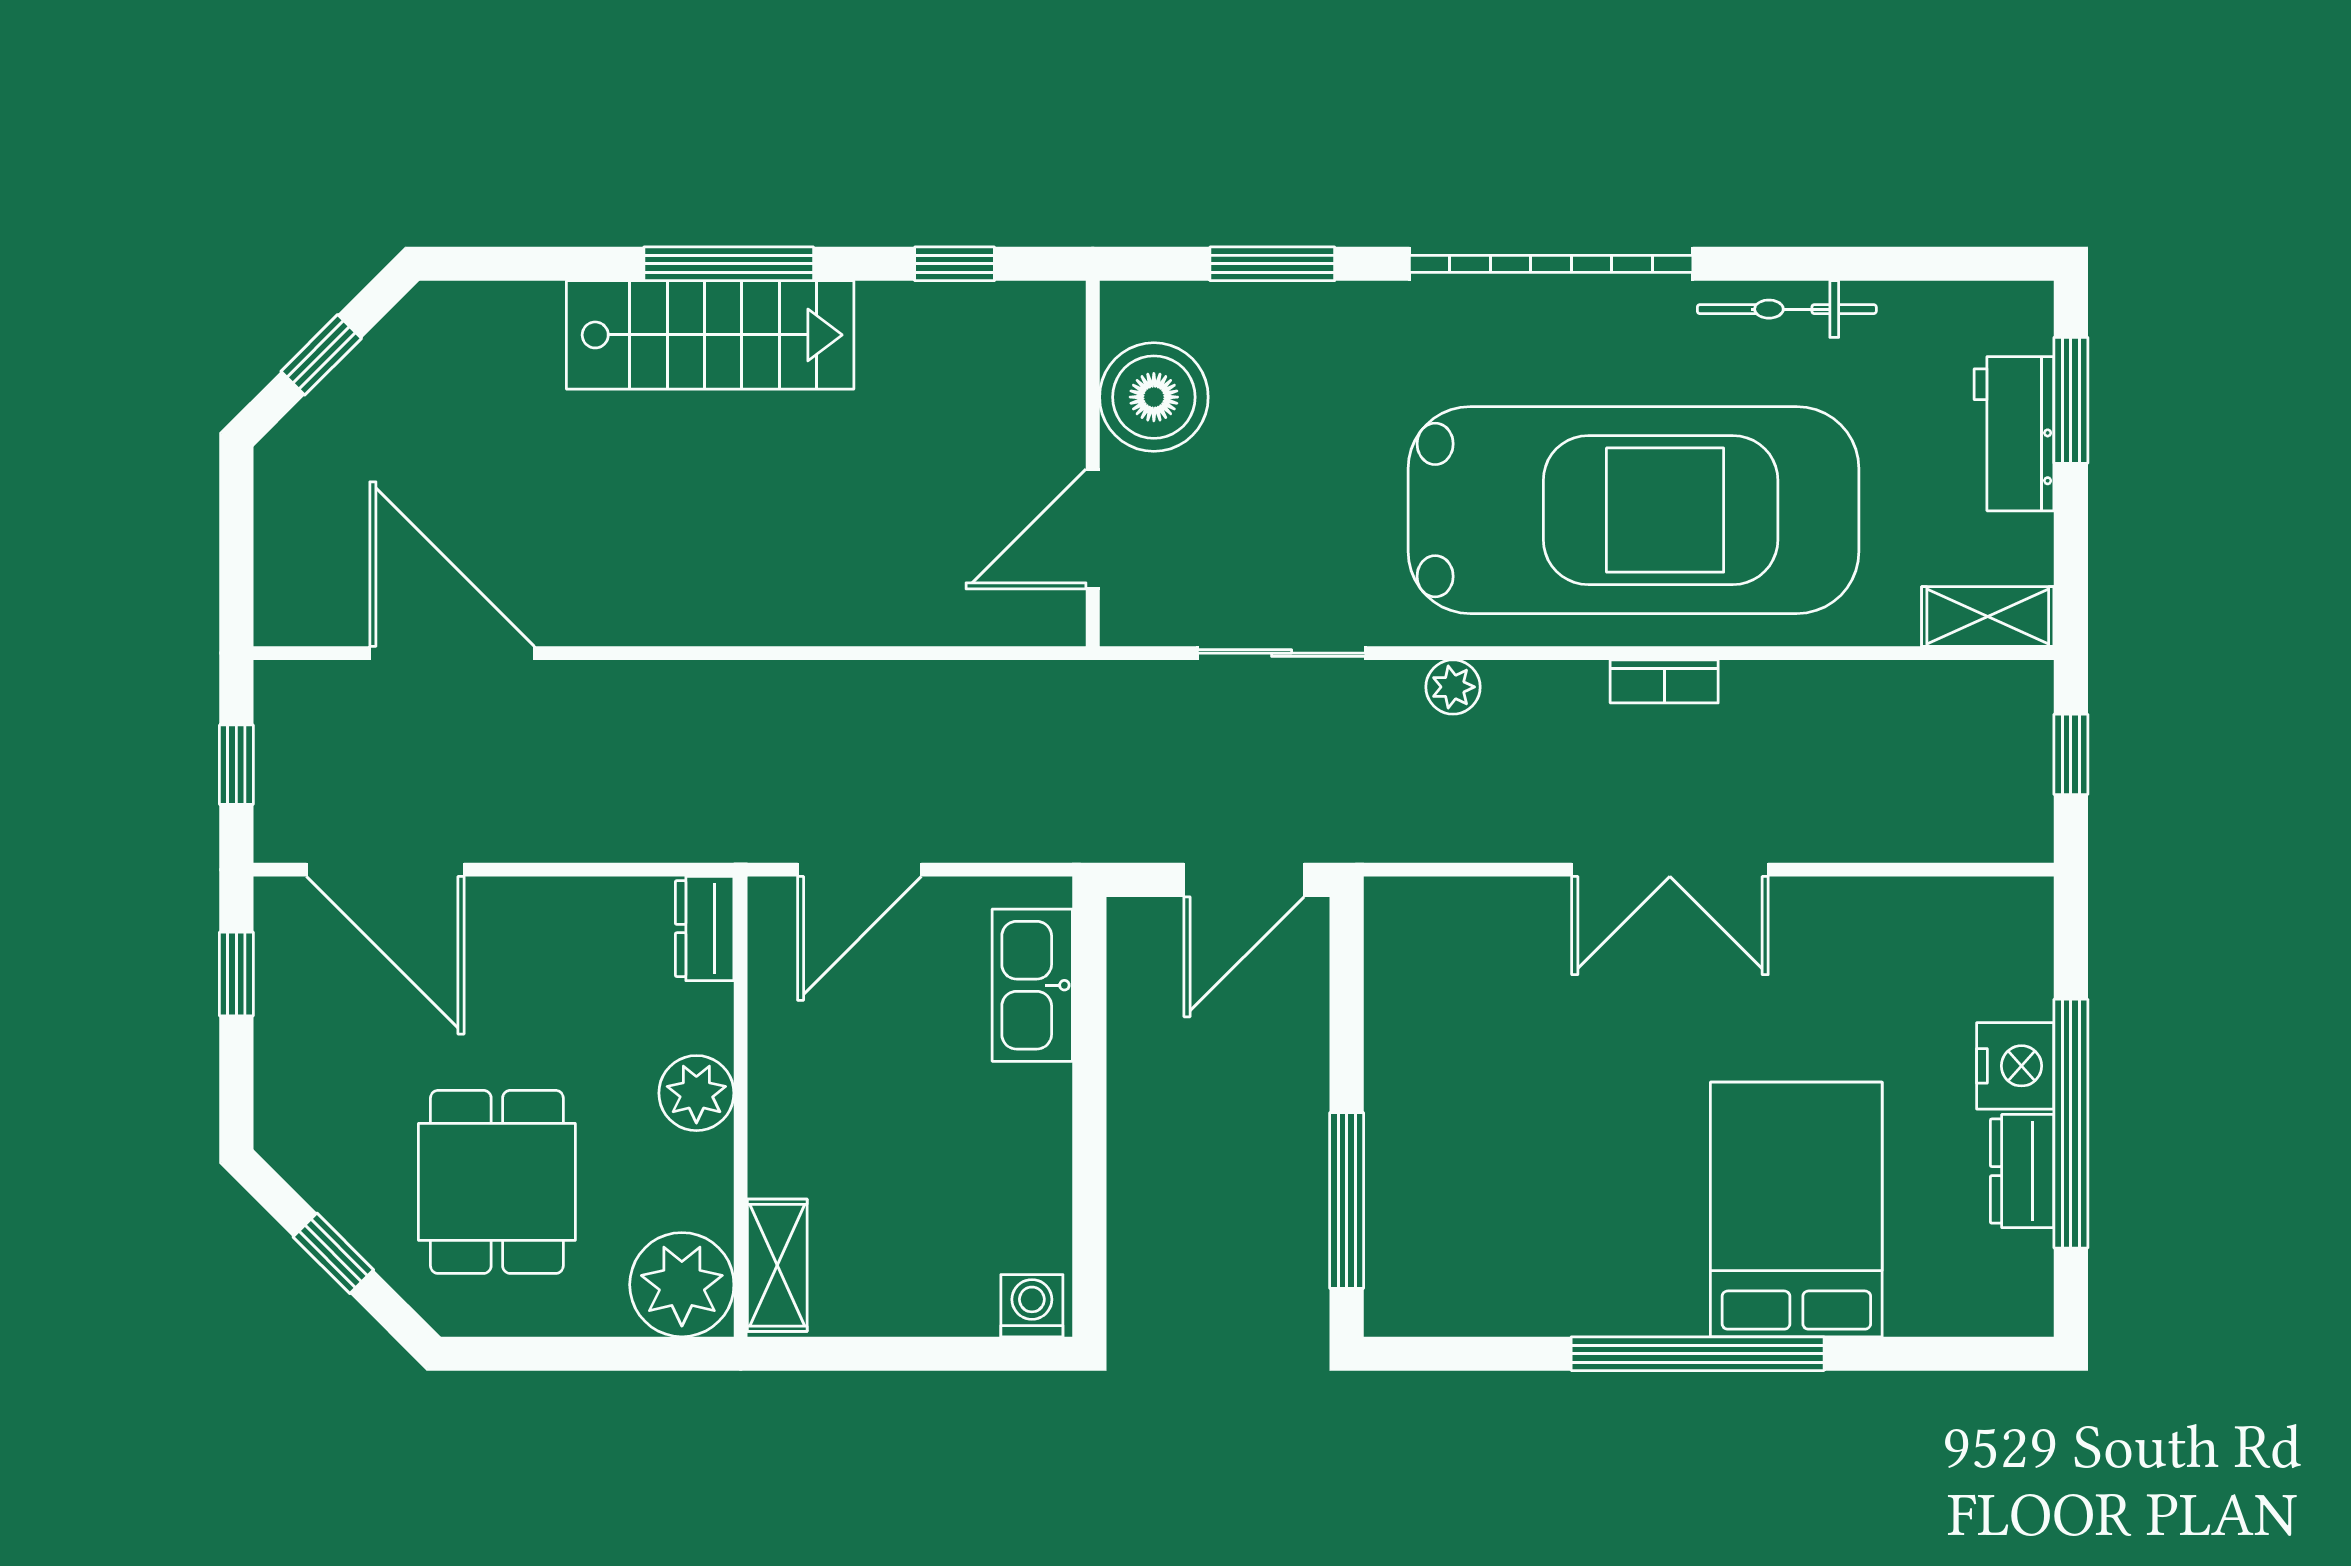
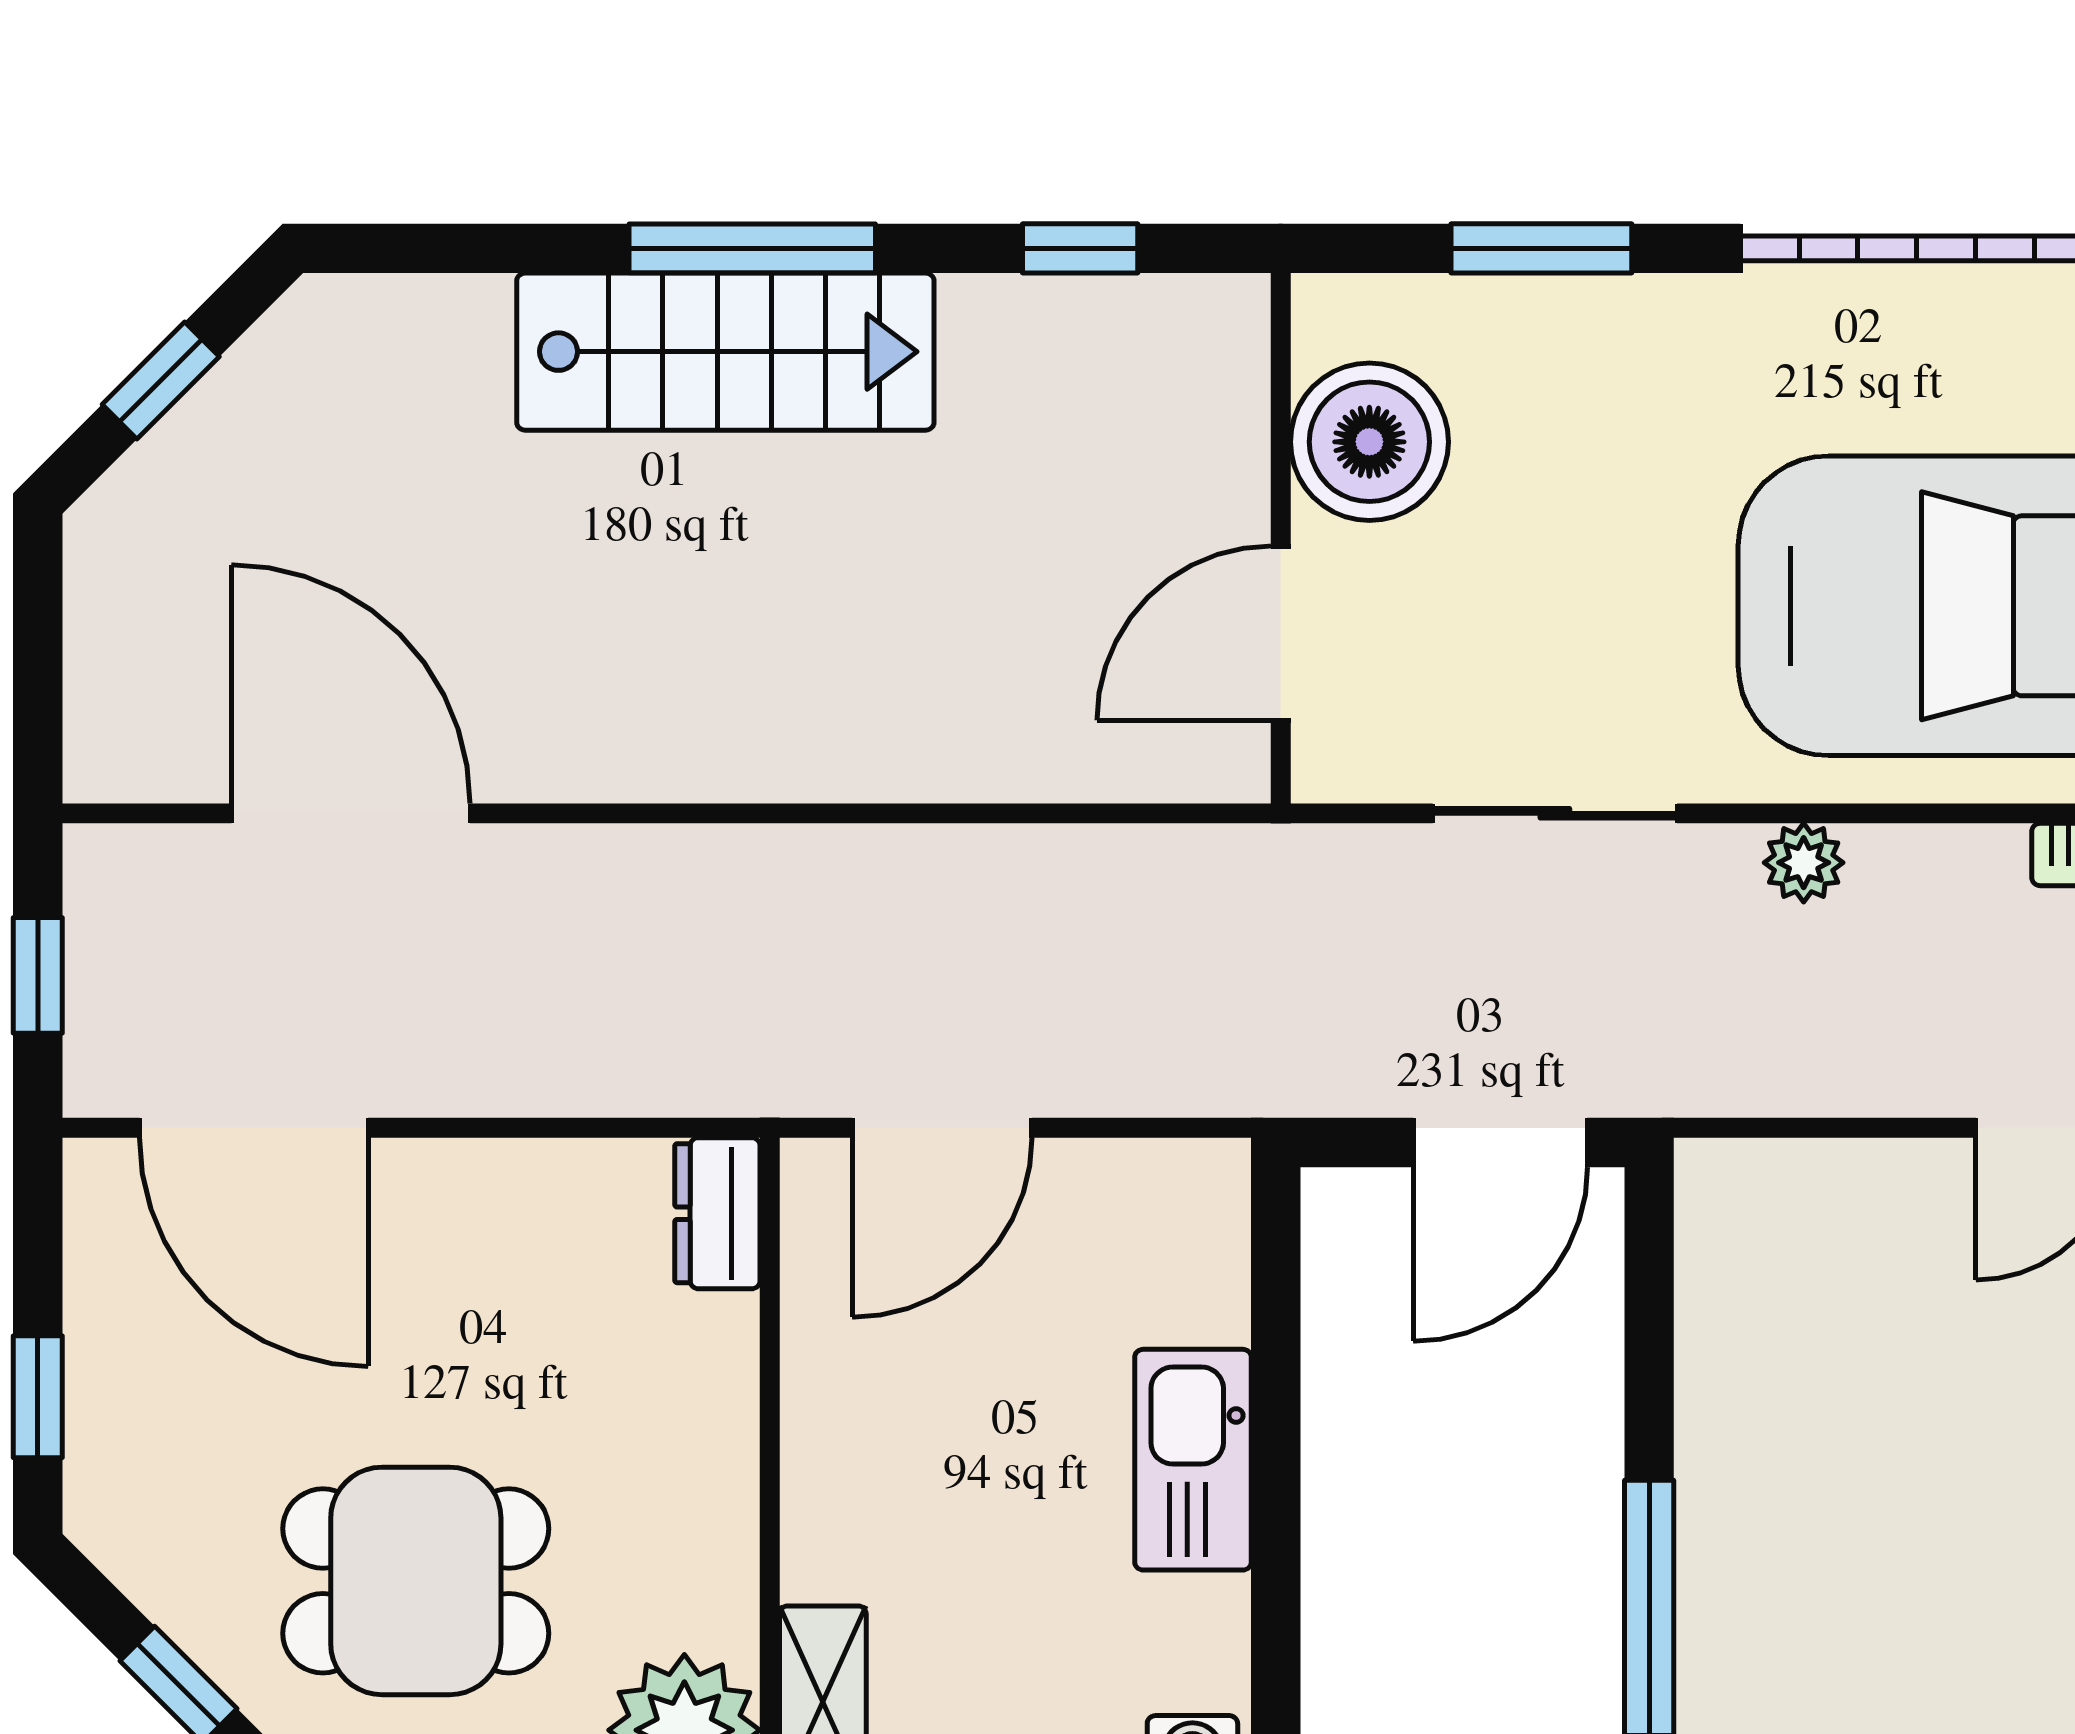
window: (236, 974) -> (38, 1397), moved
kitchen sink: (1032, 985) -> (1193, 1460), moved
plant: (696, 1093) -> (705, 1452), removed
dining table: (497, 1182) -> (416, 1581), turned 90

